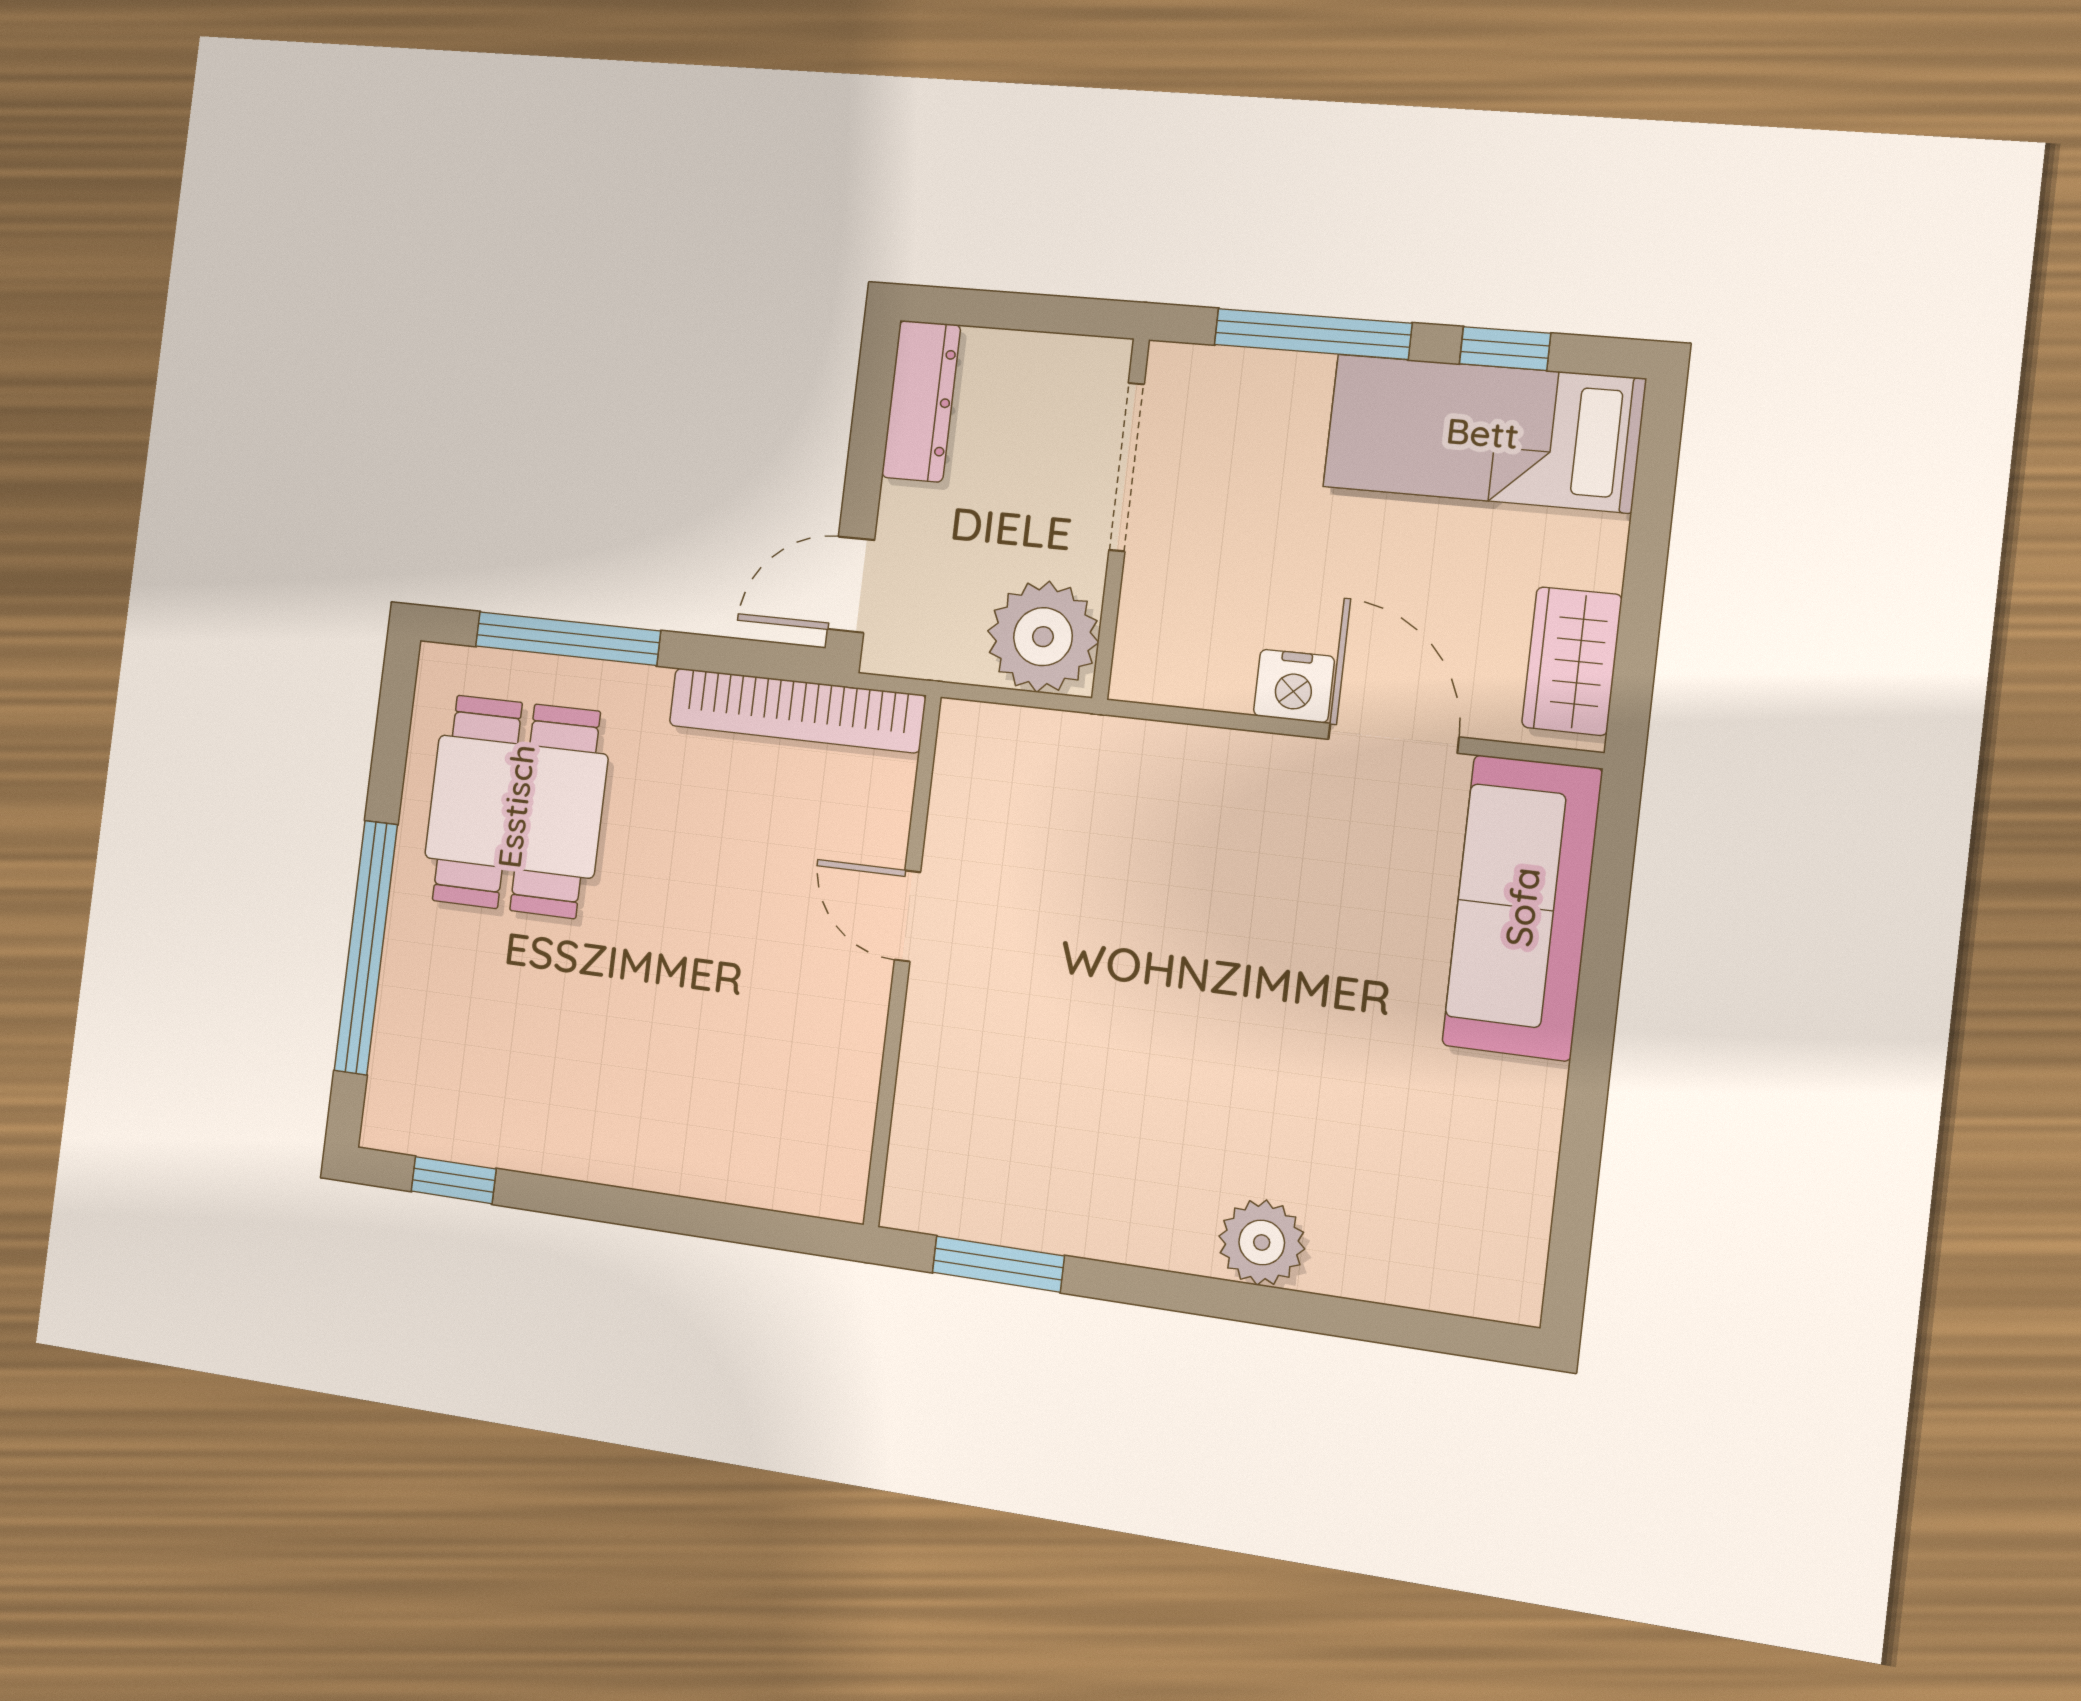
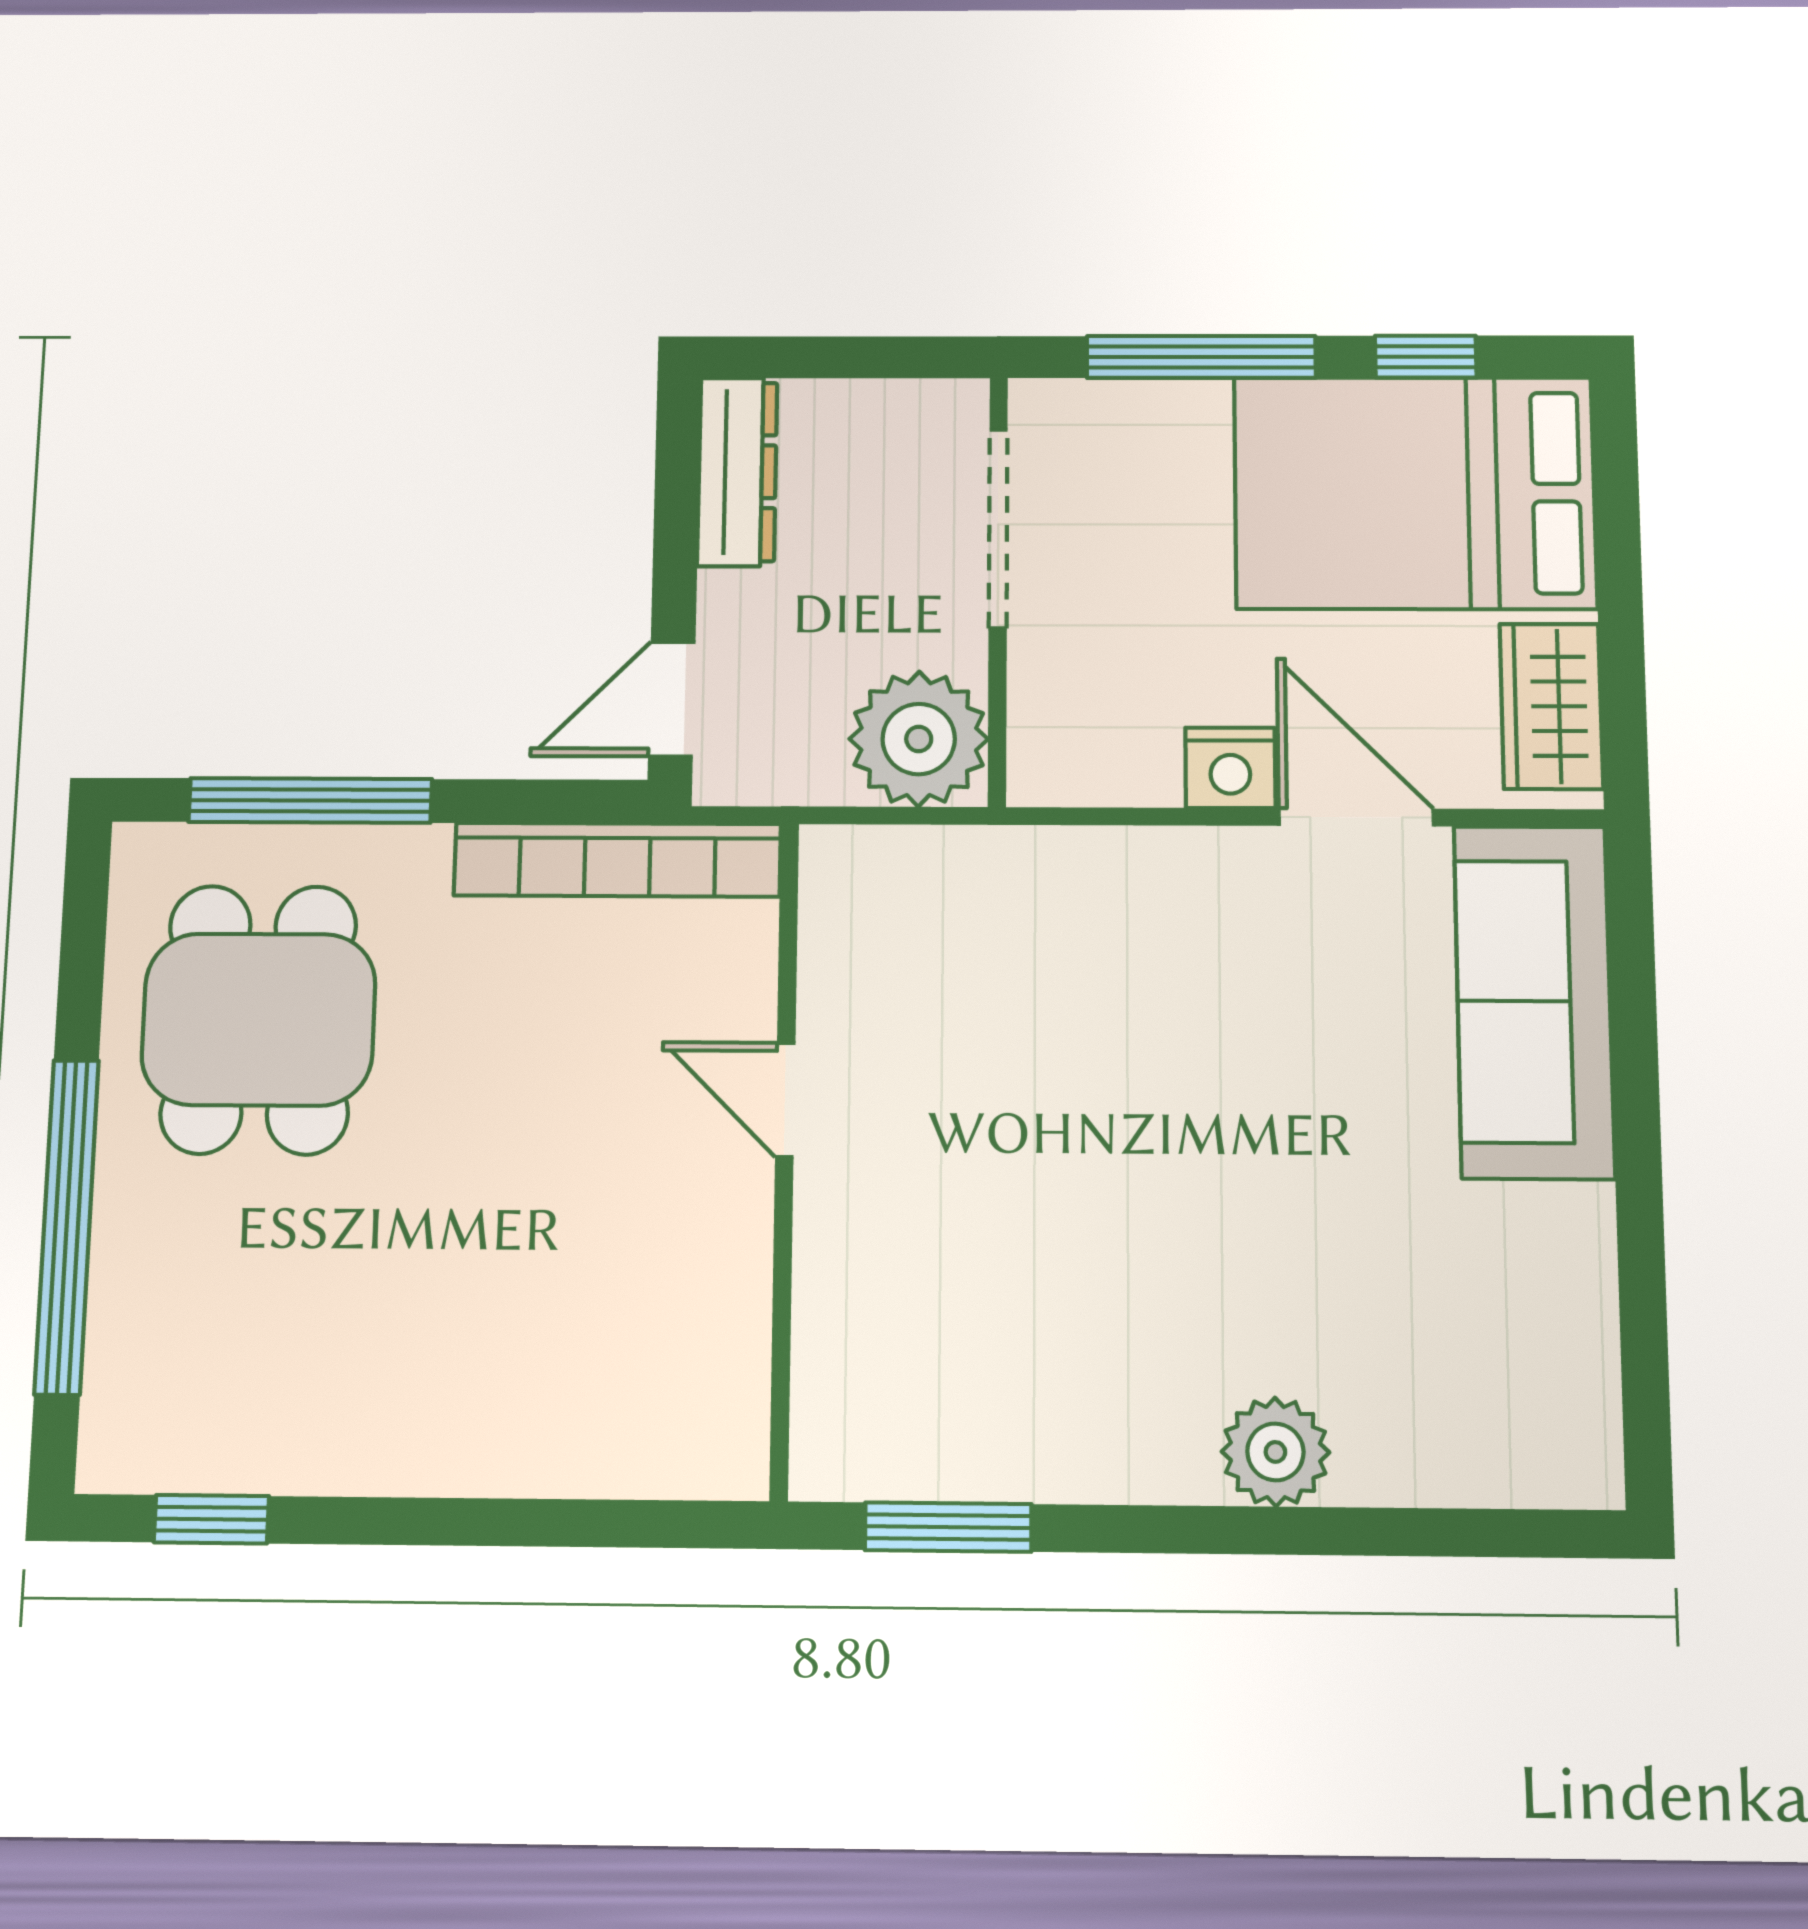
bed: (1483, 433) -> (1414, 493), width x1.50

